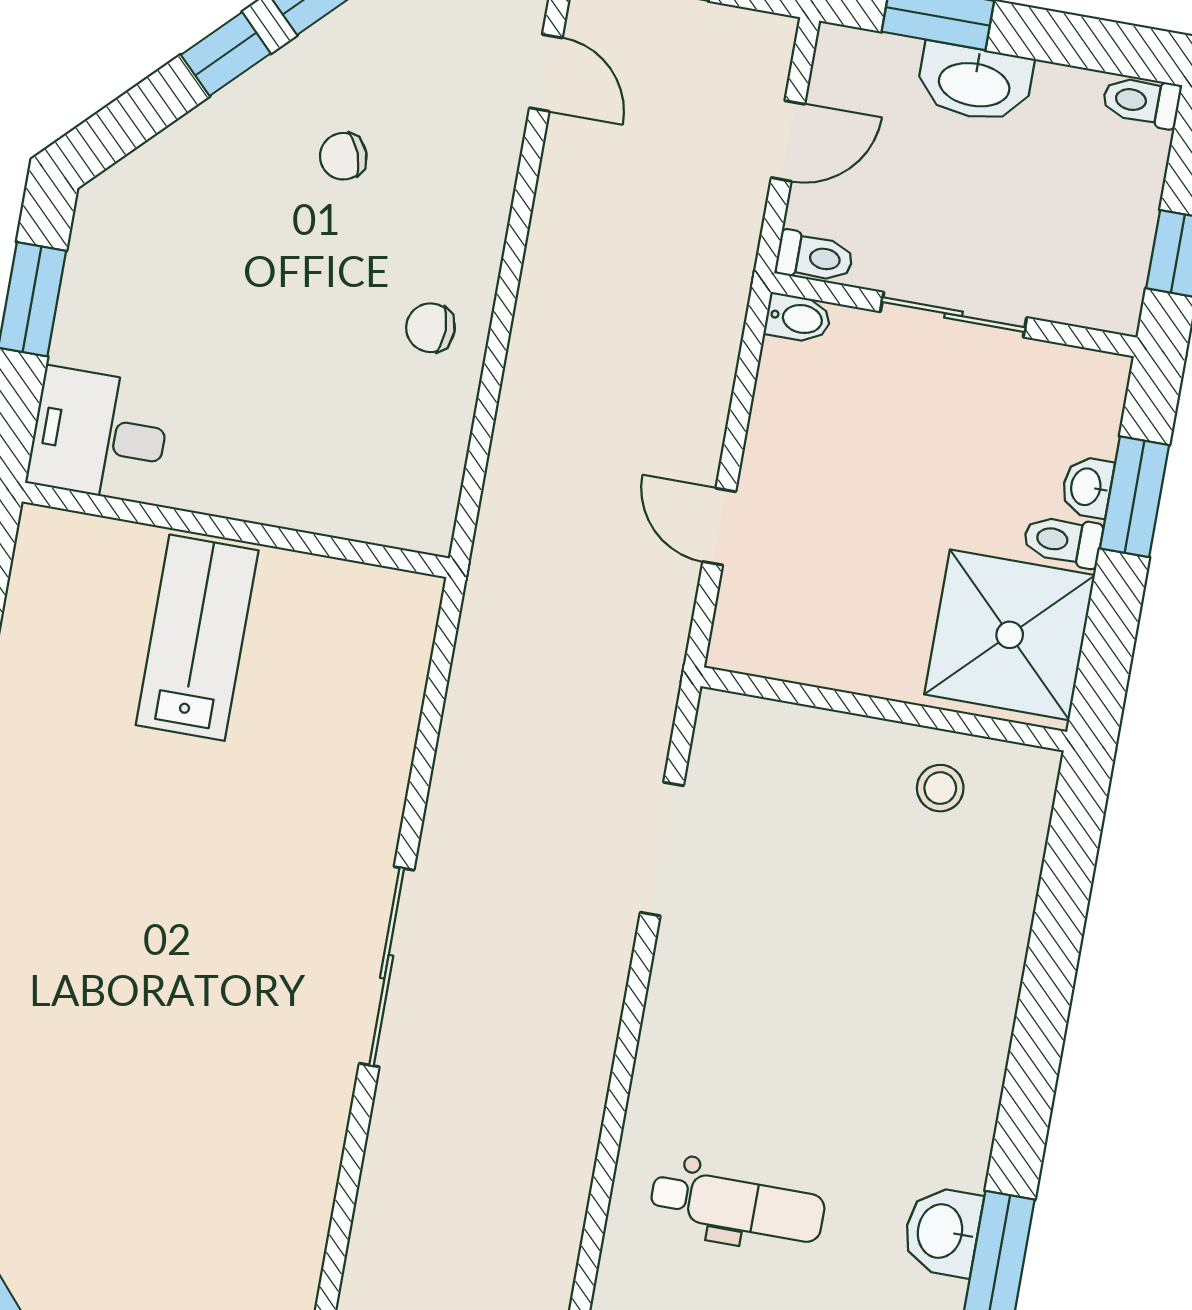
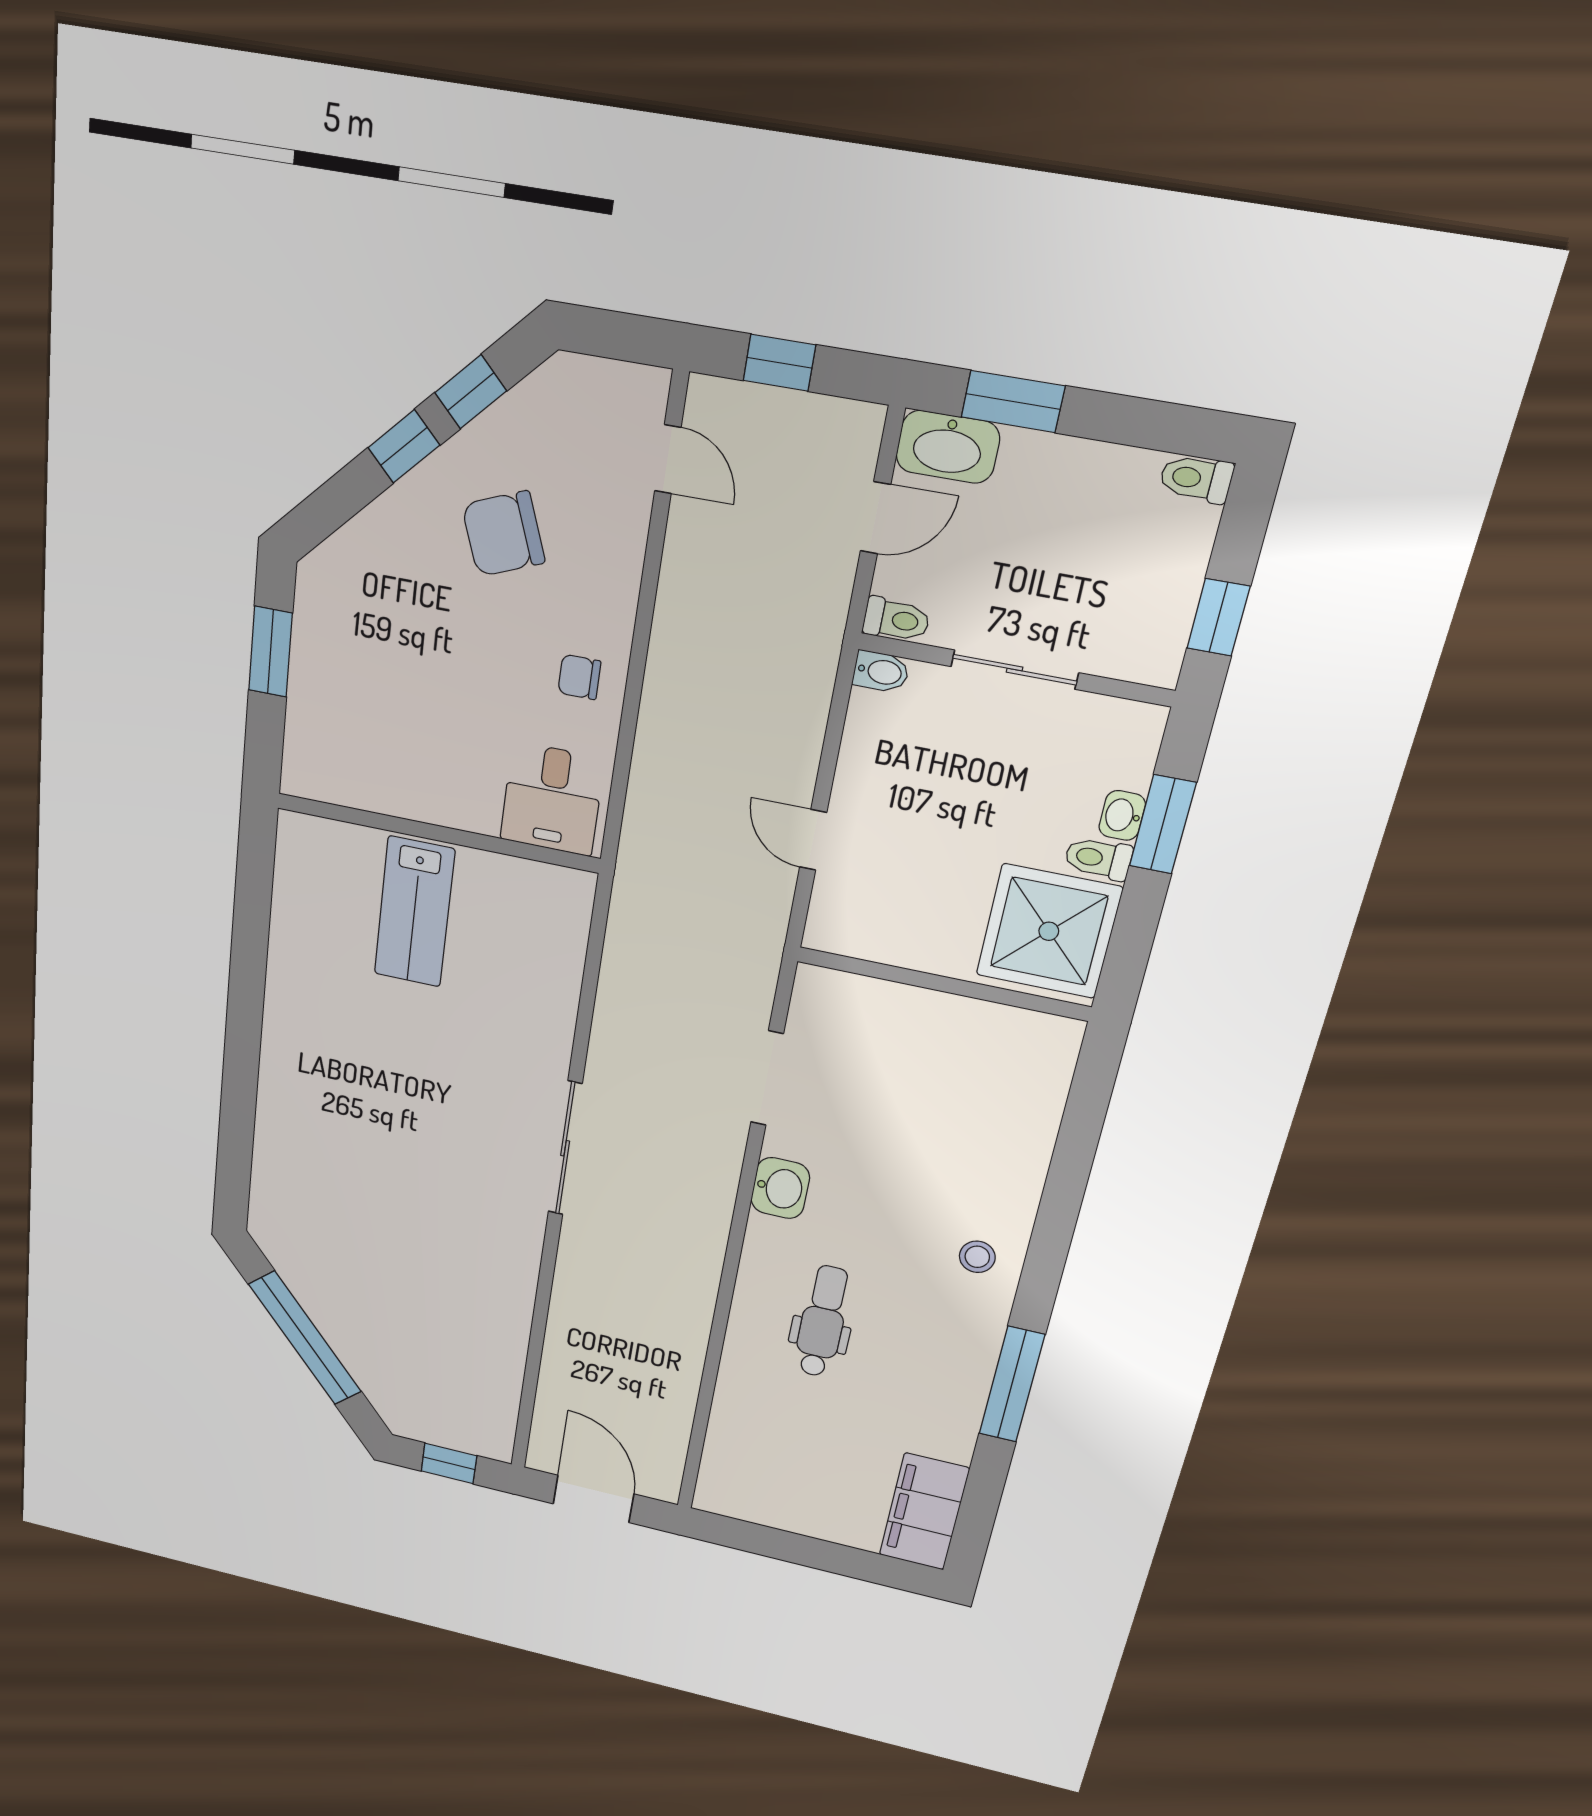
washbasin: (974, 83) -> (948, 447), moved
chair: (343, 156) -> (503, 534), width x1.87, depth x1.87
desk: (99, 435) -> (552, 799), moved, turned -90
lab bench: (197, 638) -> (414, 912), turned 180
stool: (940, 788) -> (977, 1257), moved
dental chair: (738, 1205) -> (822, 1322), turned -90
washbasin: (942, 1231) -> (780, 1188), moved, turned 180

